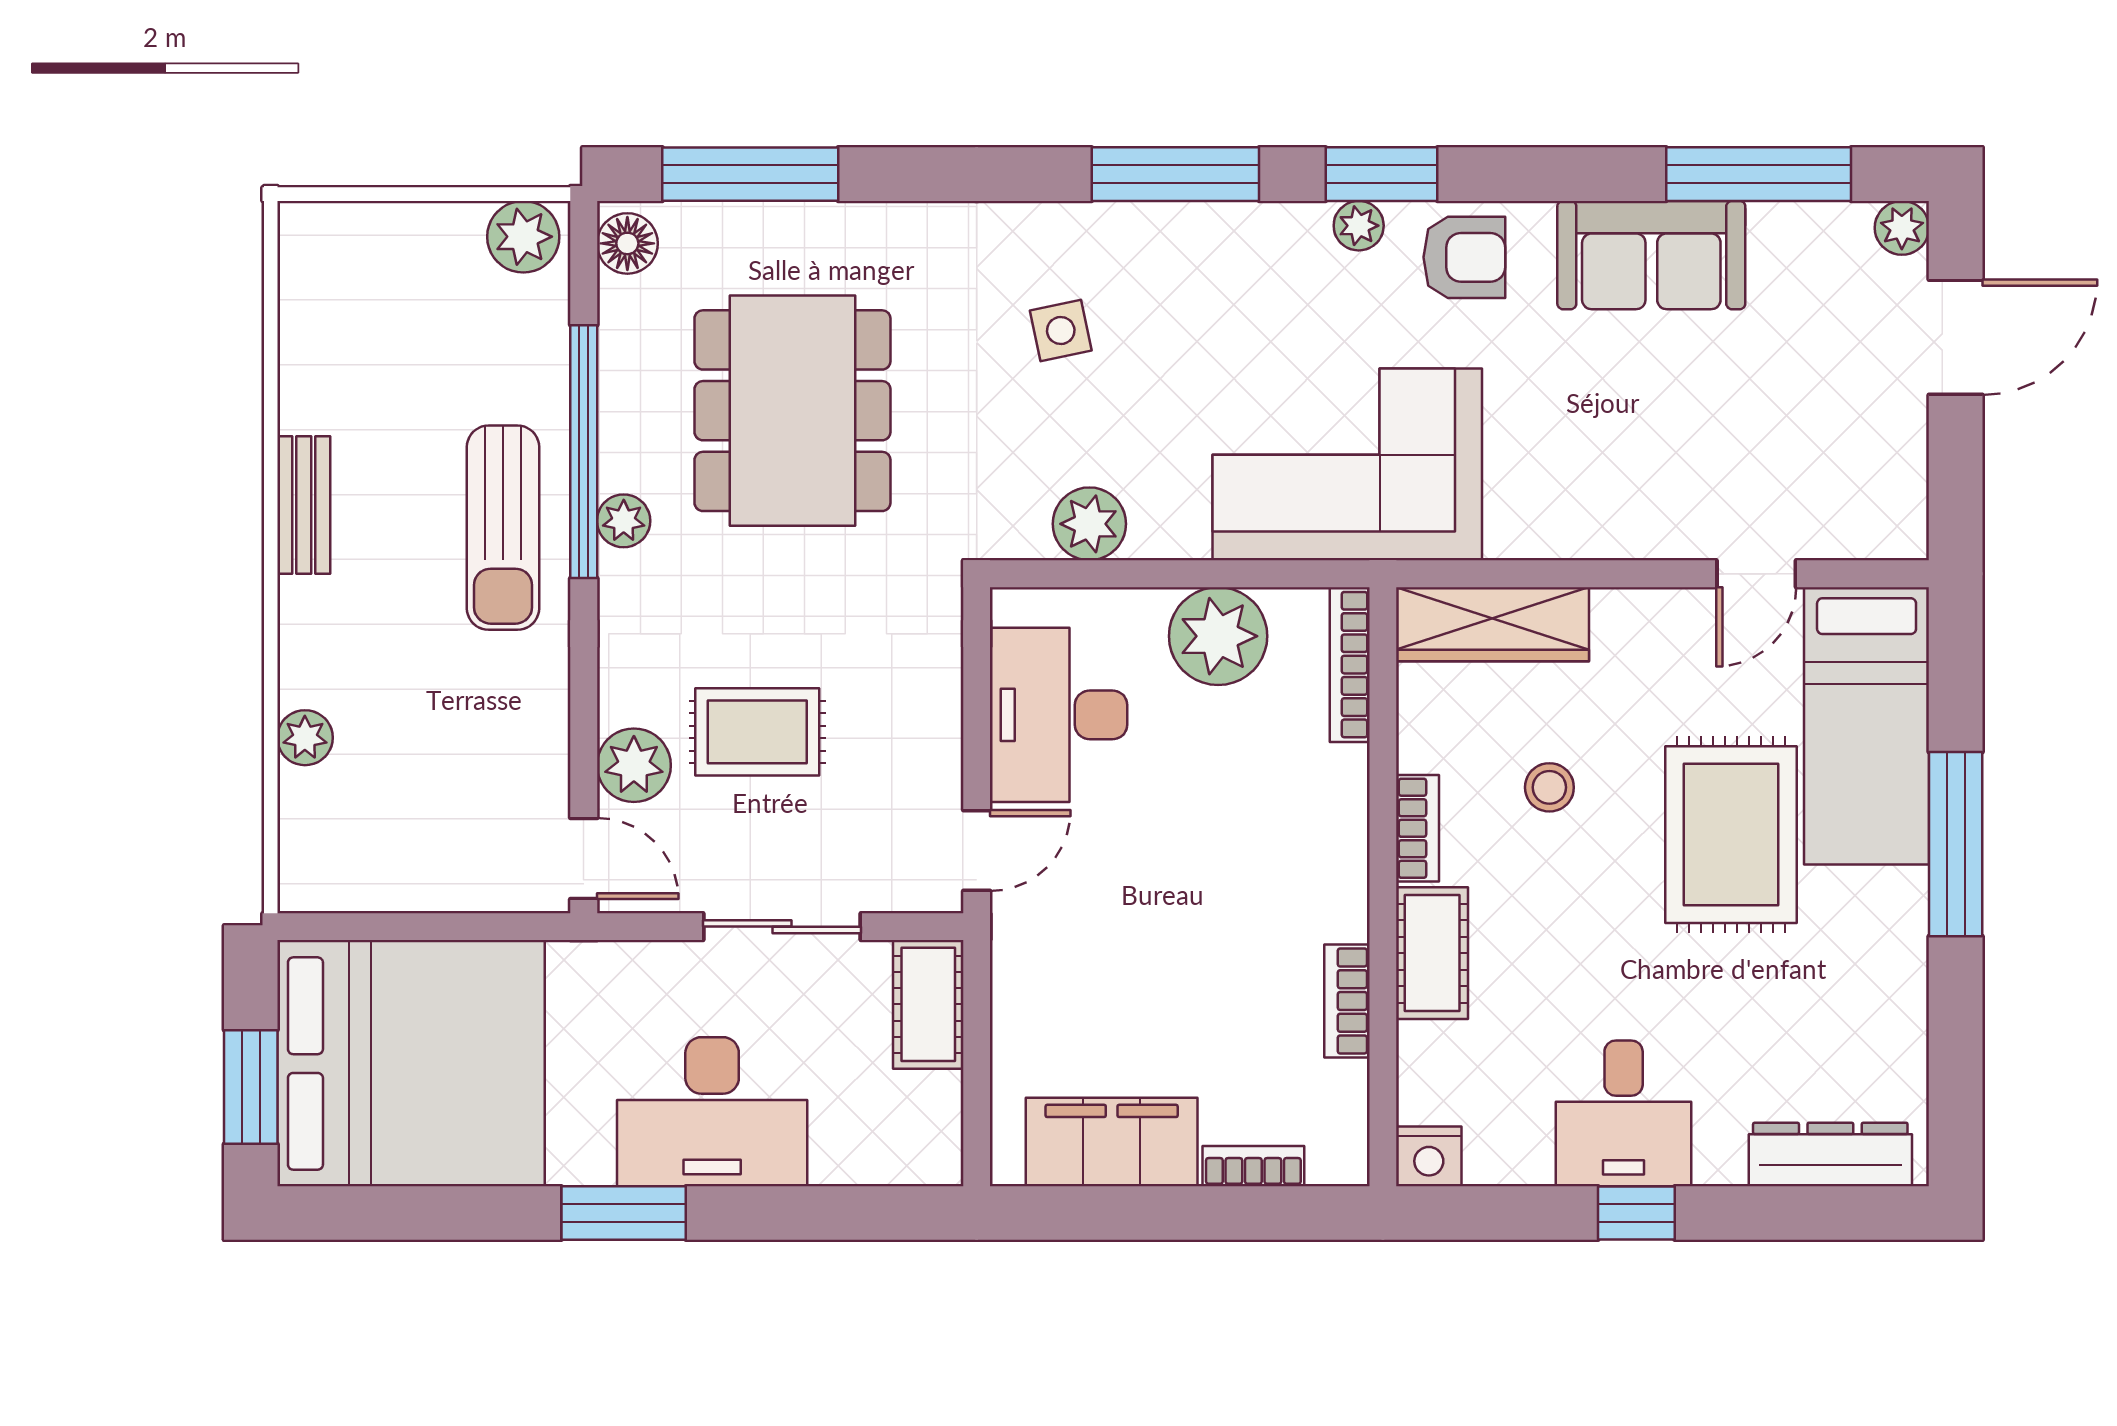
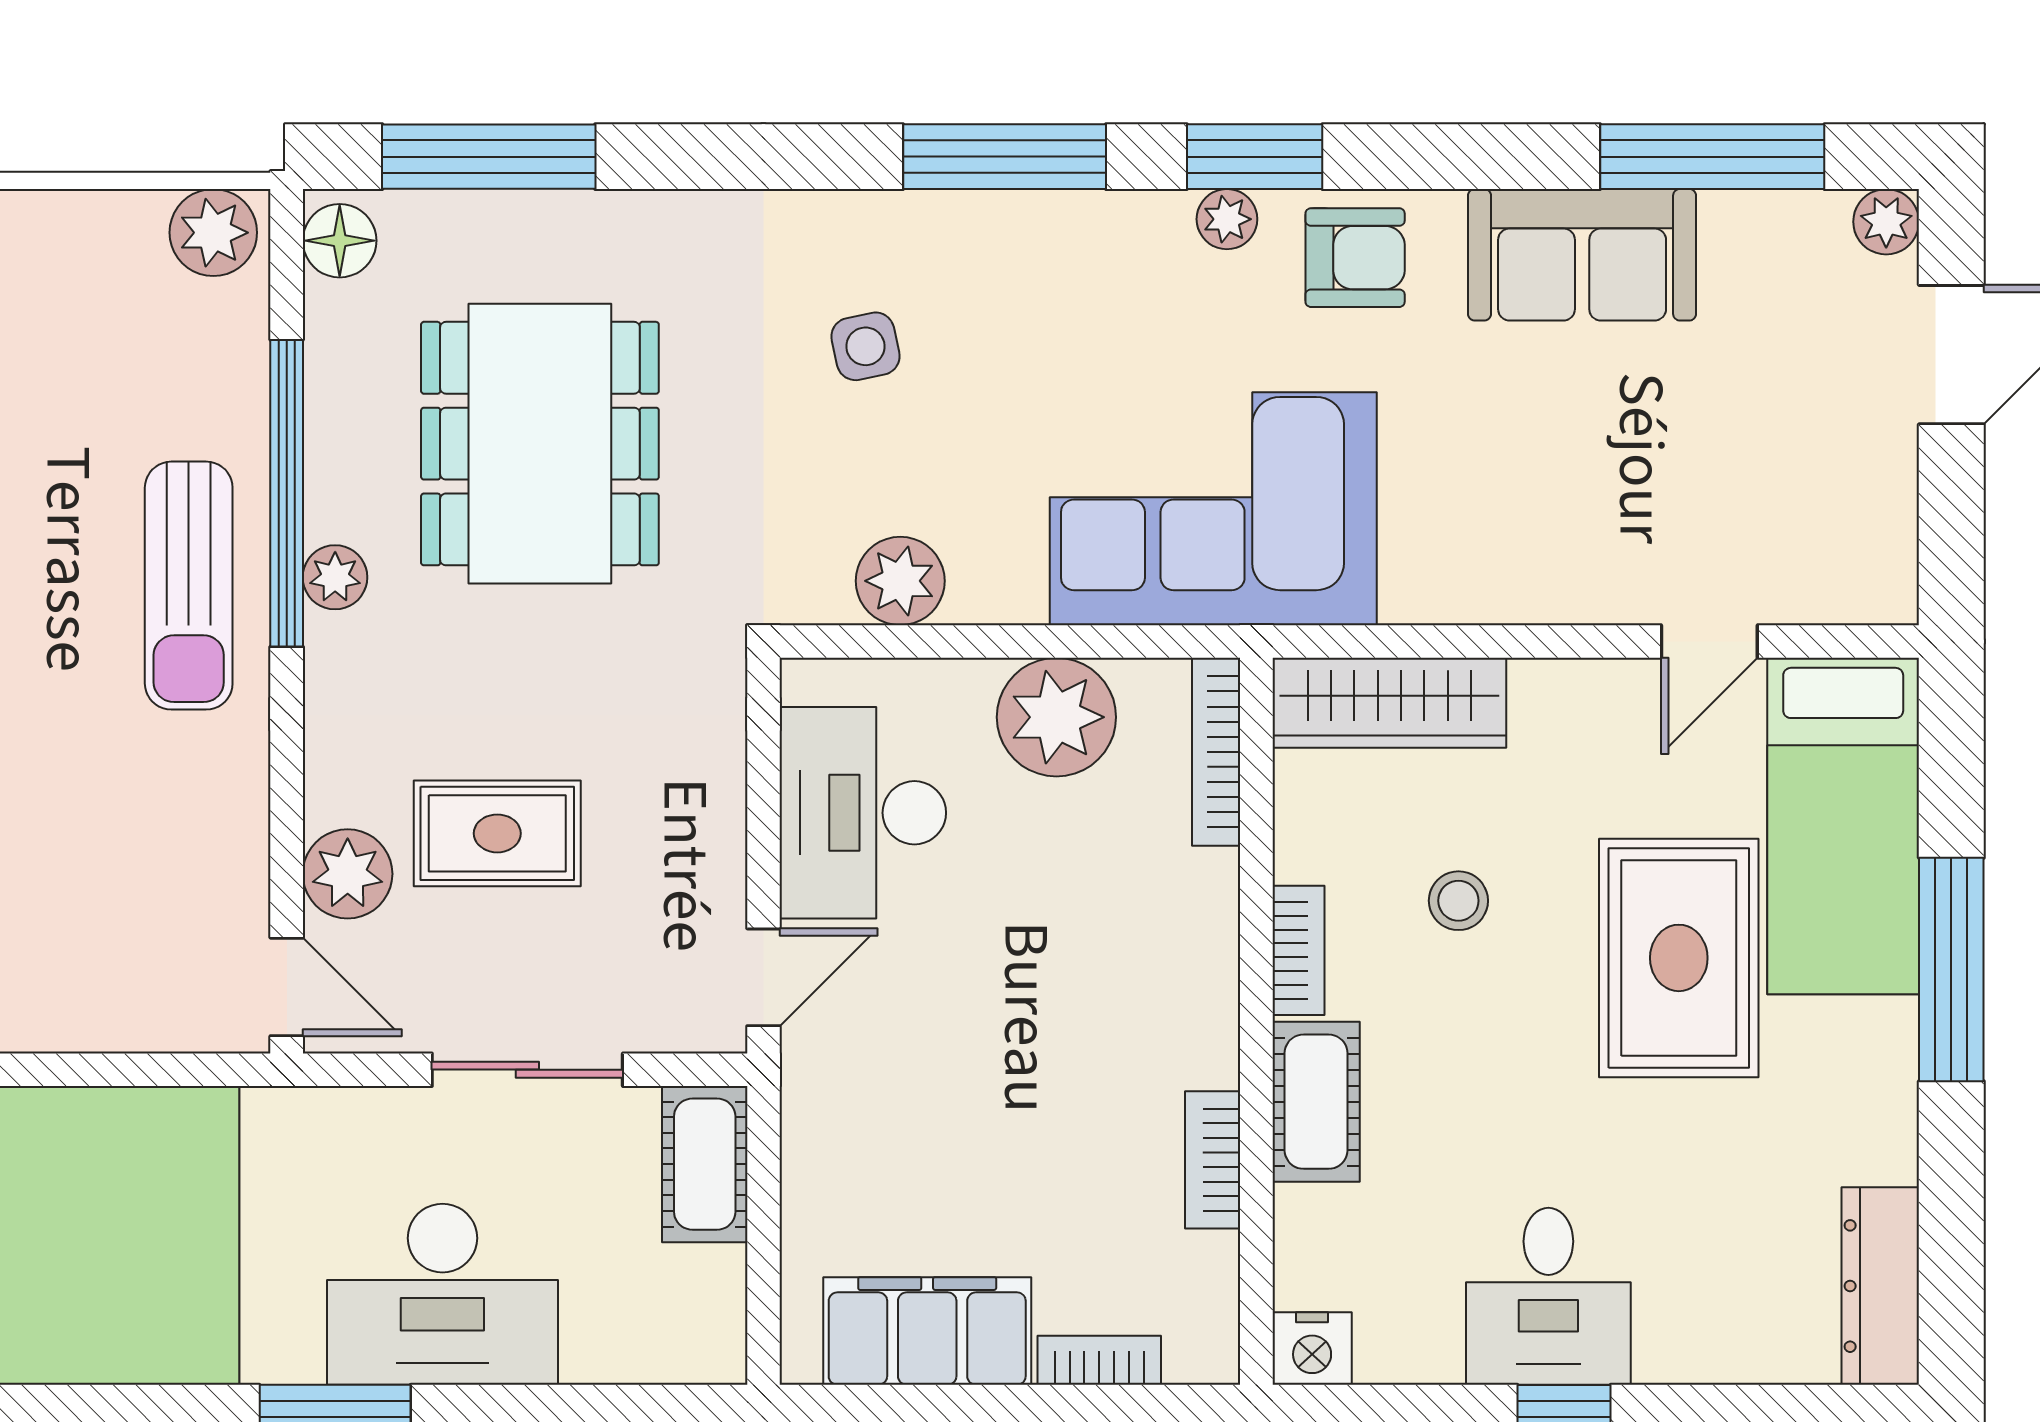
dresser: (1830, 1155) -> (1880, 1286), moved, turned -90

